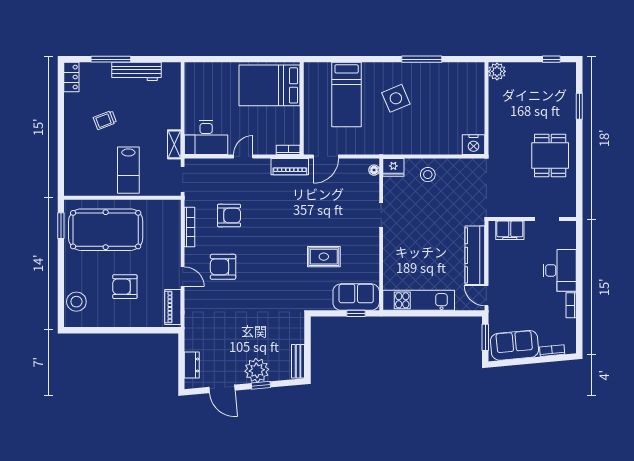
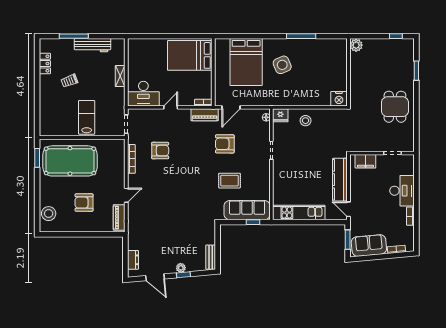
locker: (71, 77) -> (45, 64), moved
bed: (347, 94) -> (246, 62), width x1.50
shelving: (174, 144) -> (120, 76), moved
lab bench: (128, 170) -> (87, 117), turned 180
armchair: (223, 267) -> (225, 144), moved
door: (183, 277) -> (126, 195), hinge flipped
sofa: (356, 297) -> (247, 210), width x1.36
plant: (257, 370) -> (181, 268), width x0.53, depth x0.53

